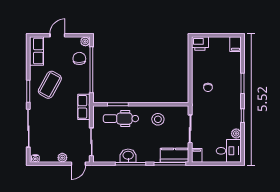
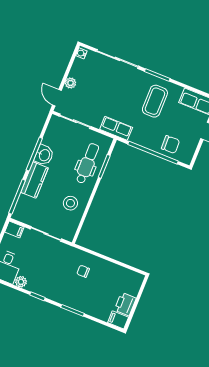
plant: (85, 41) -> (186, 158), removed
printer: (200, 44) -> (125, 304), moved
coffee table: (50, 85) -> (155, 101), turned 61
kitchen counter: (175, 155) -> (34, 180), moved

